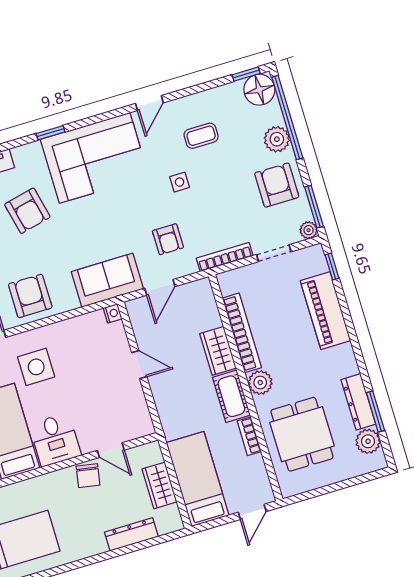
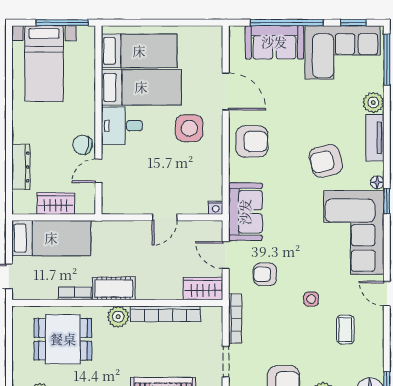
floor lamp: (34, 149) -> (377, 182), added
wardrobe: (218, 351) -> (203, 289), moved

